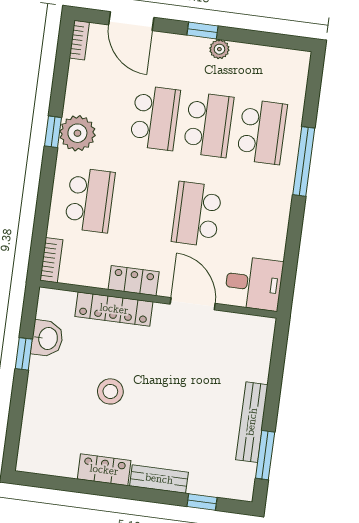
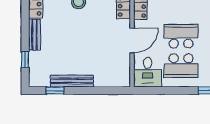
school desk: (250, 221) -> (181, 66), added
window: (265, 455) -> (55, 91), width x0.67

